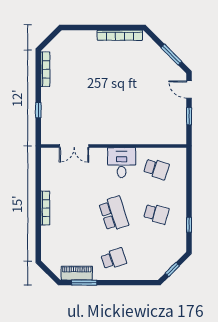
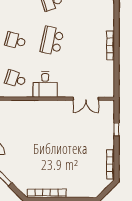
double door: (74, 146) -> (86, 99), swing flipped
school desk: (114, 214) -> (52, 41), turned 30

